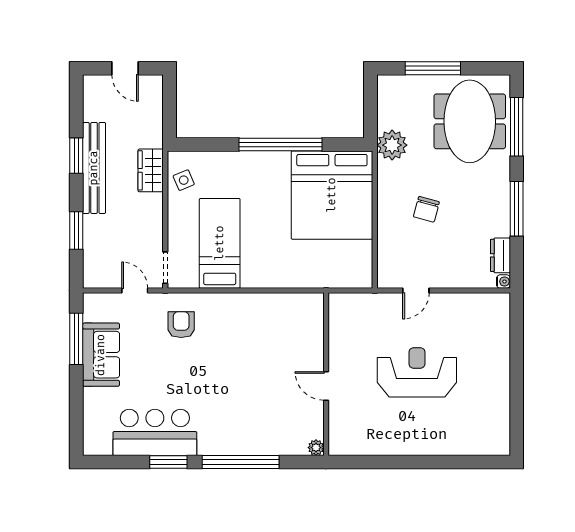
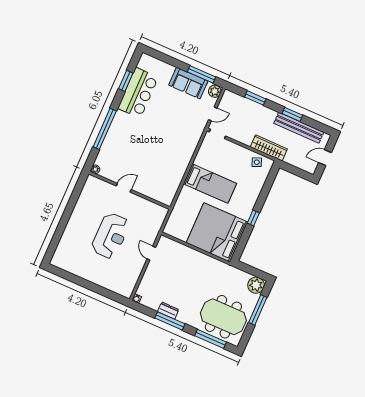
window: (281, 144) -> (253, 218), width x0.32
plant: (392, 145) -> (256, 285), moved
bench: (94, 168) -> (299, 128), moved
wardrobe: (151, 170) -> (269, 148), width x1.50
chair: (426, 209) -> (189, 276), removed
bed: (220, 243) -> (210, 184), moved
dresser: (500, 255) -> (168, 311), moved
plant: (95, 304) -> (215, 91), added
armchair: (181, 325) -> (186, 129), removed
window: (168, 462) -> (126, 81), moved

